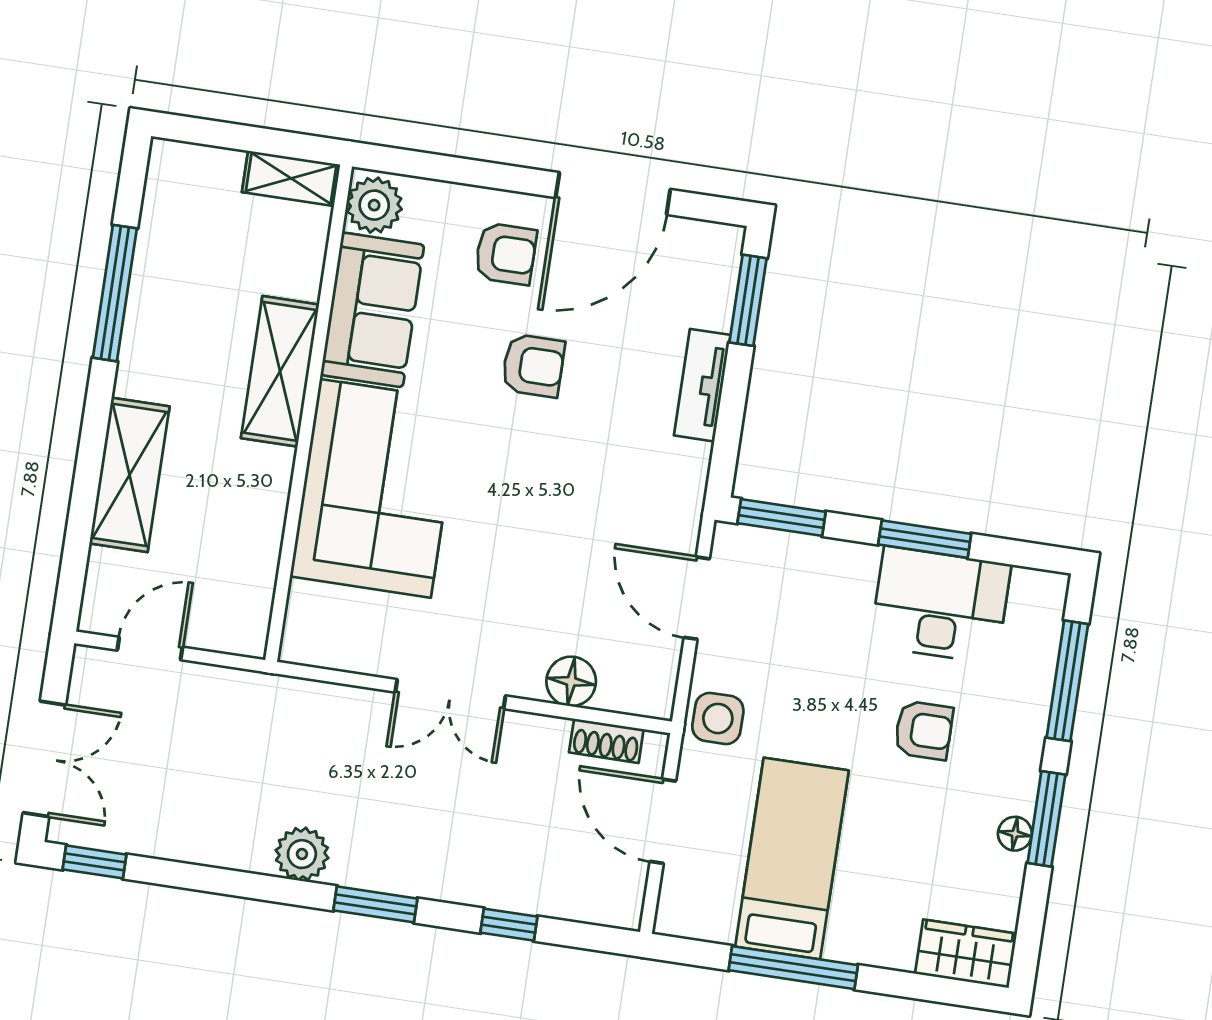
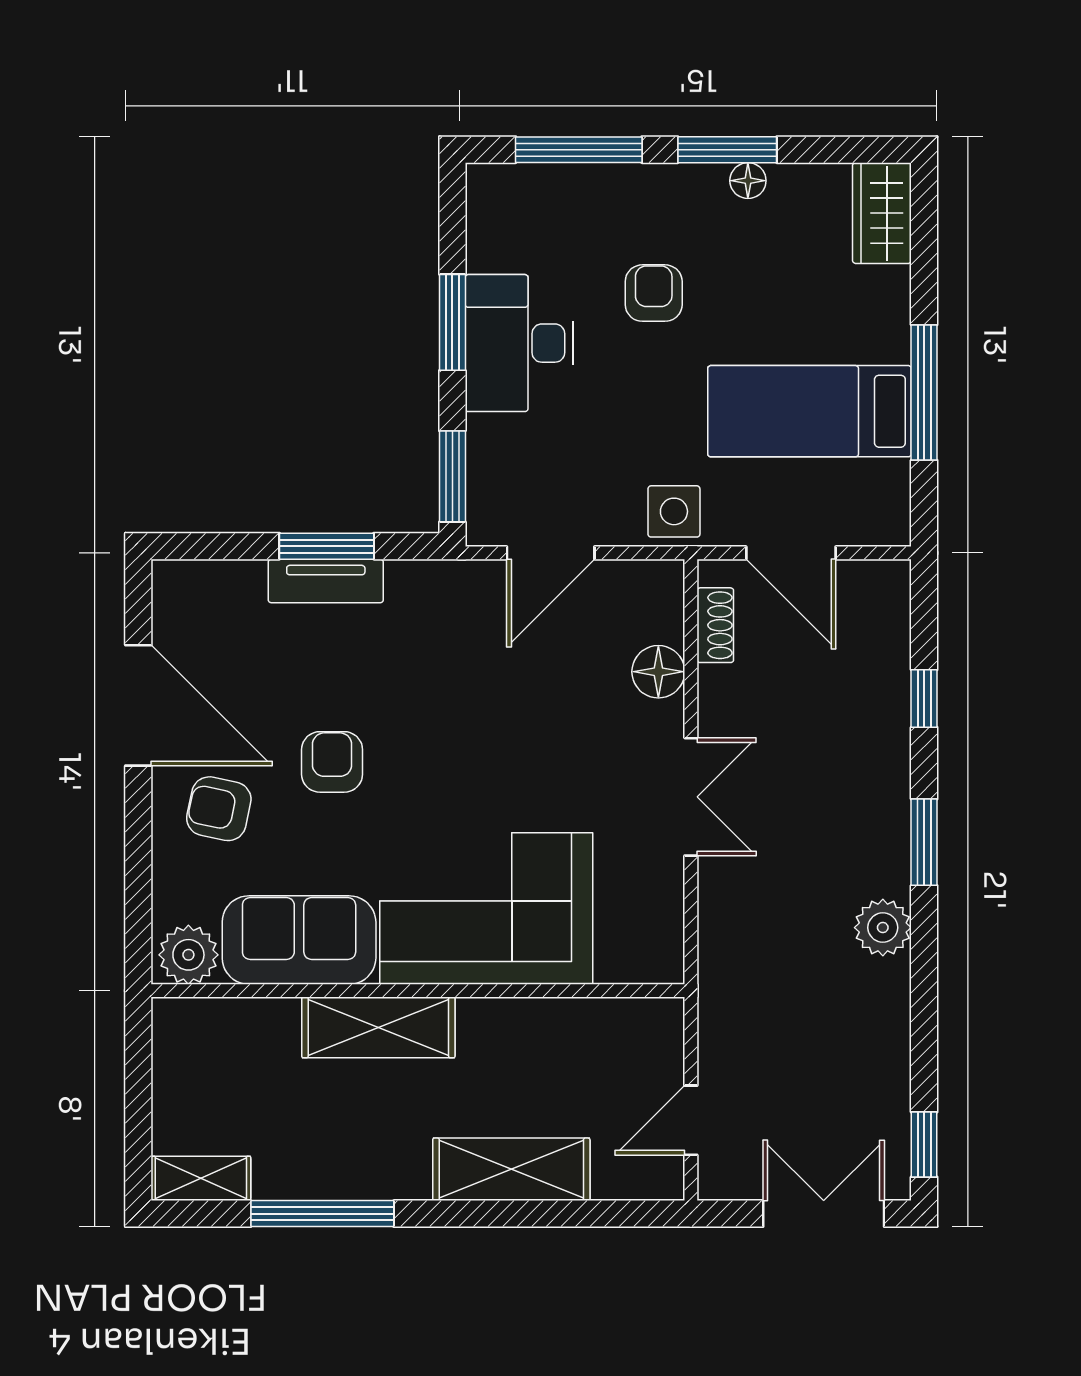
shelving: (291, 178) -> (201, 1178), moved, turned 90
armchair: (506, 254) -> (219, 809), turned -78
window: (748, 300) -> (327, 546), moved
desk: (940, 605) -> (519, 343), moved
door: (150, 649) -> (691, 1120), hinge flipped
door: (663, 821) -> (791, 553), hinge flipped

